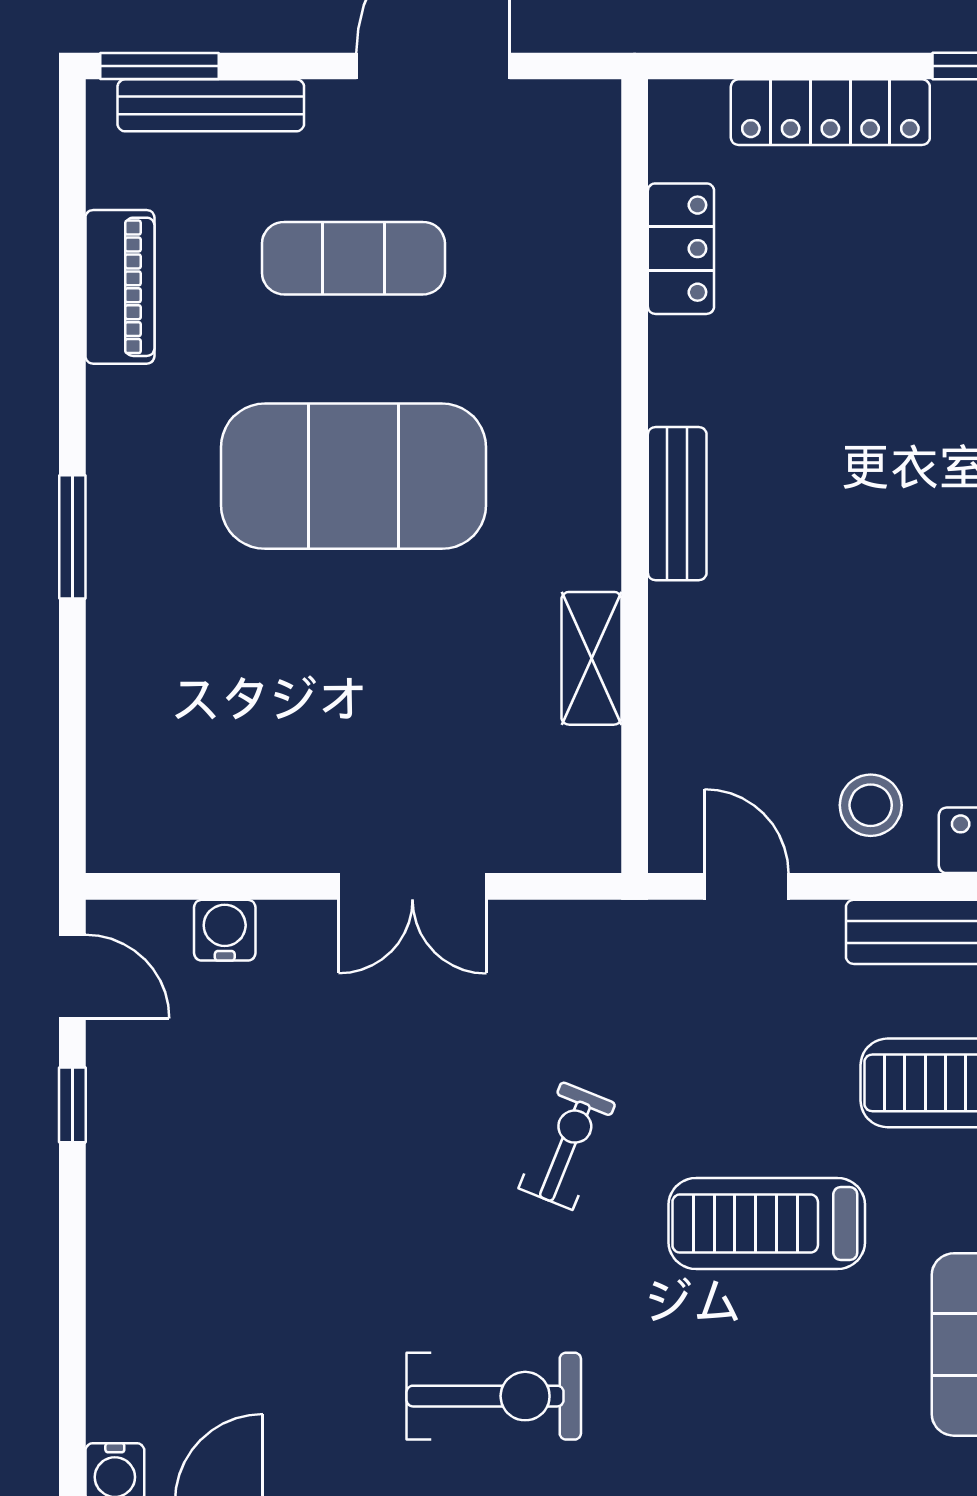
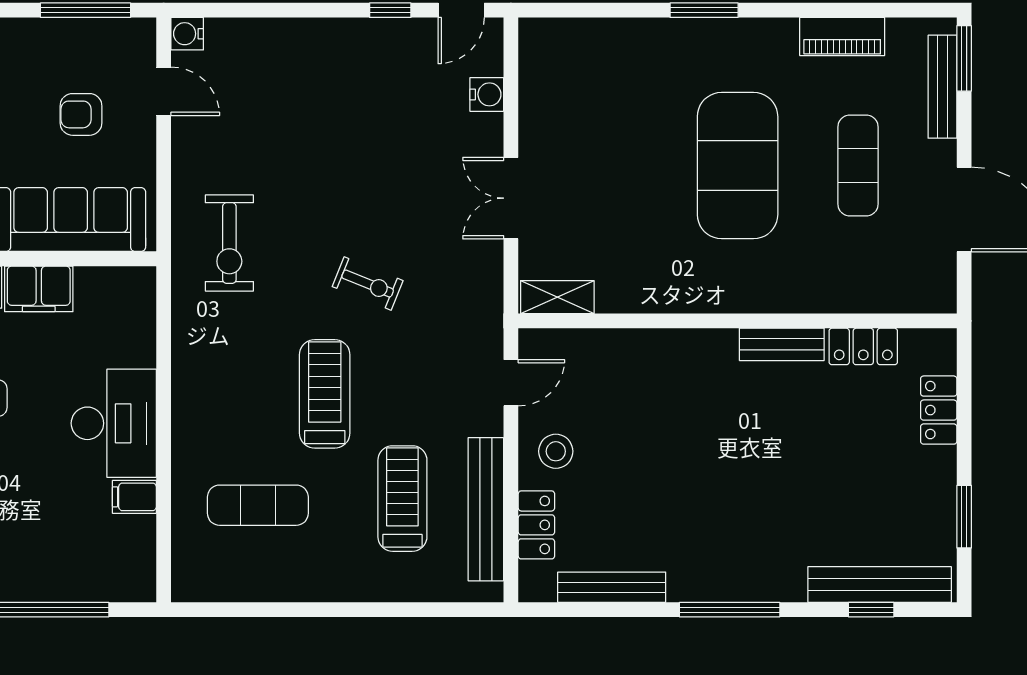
locker: (830, 112) -> (939, 410), width x0.66
bench: (677, 504) -> (782, 344), moved
shelving: (592, 658) -> (557, 297), moved

